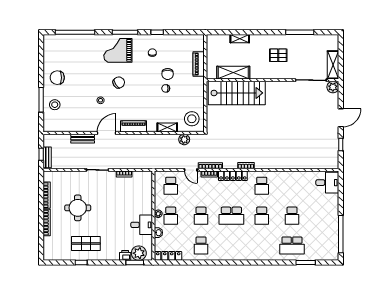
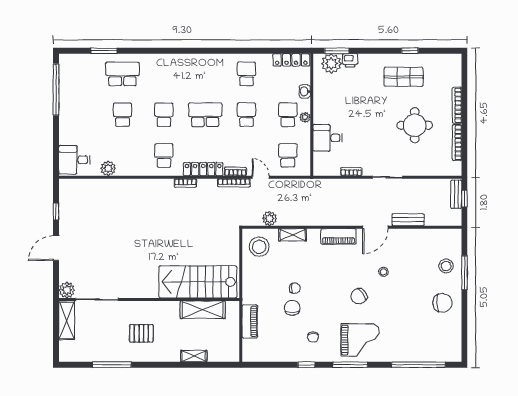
plant: (303, 176) -> (108, 168), added
desk: (142, 225) -> (328, 138), moved

